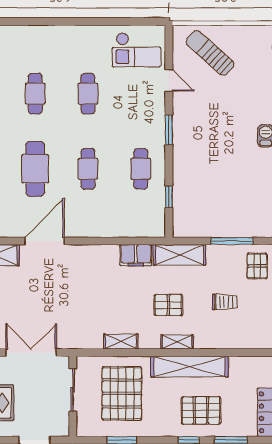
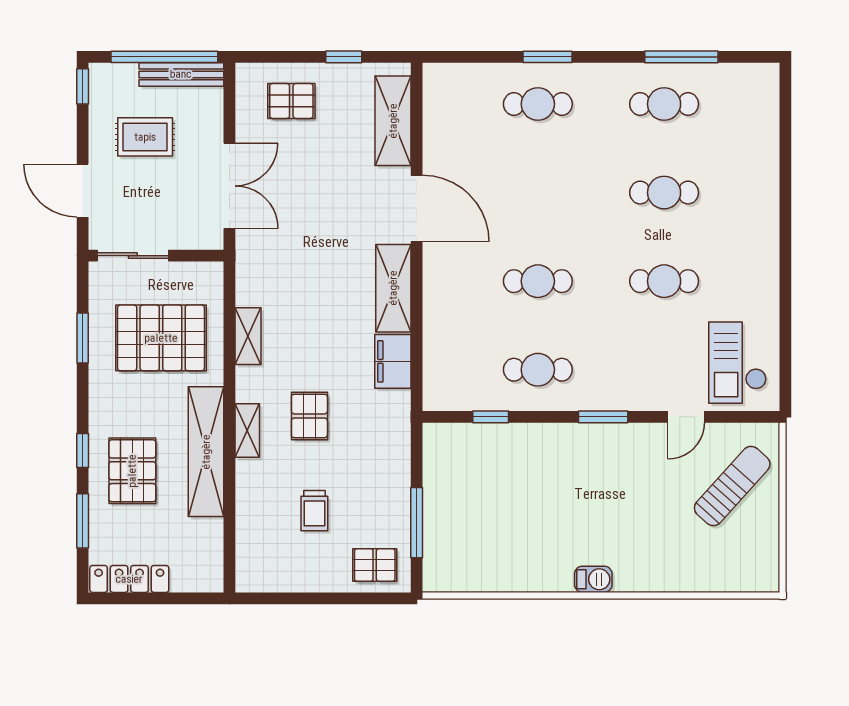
cafe table: (35, 169) -> (538, 193), removed
shelving: (179, 255) -> (393, 288), moved
sliding door: (73, 390) -> (133, 256), moved

